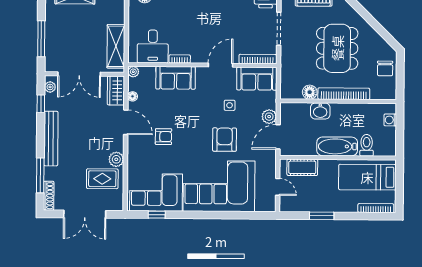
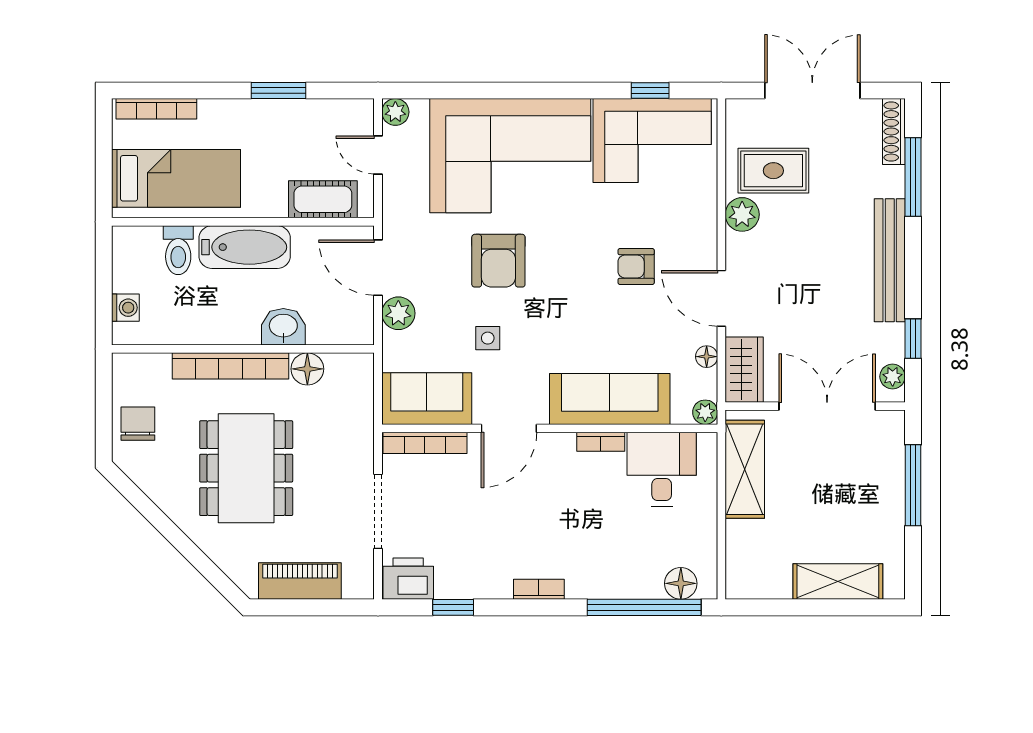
sofa: (176, 78) -> (610, 399), width x1.36
door: (278, 137) -> (378, 268), swing flipped
plant: (270, 206) -> (395, 112), added

